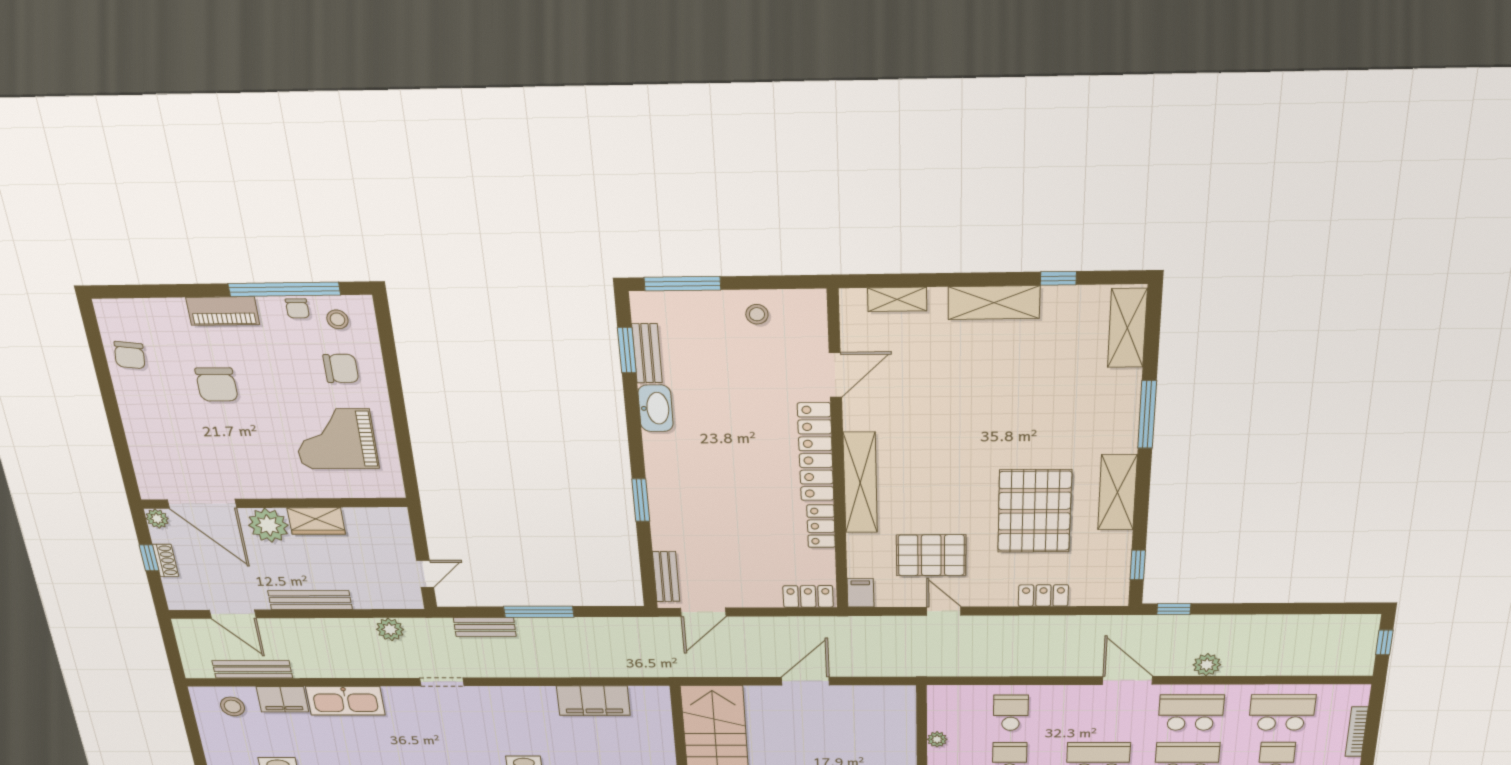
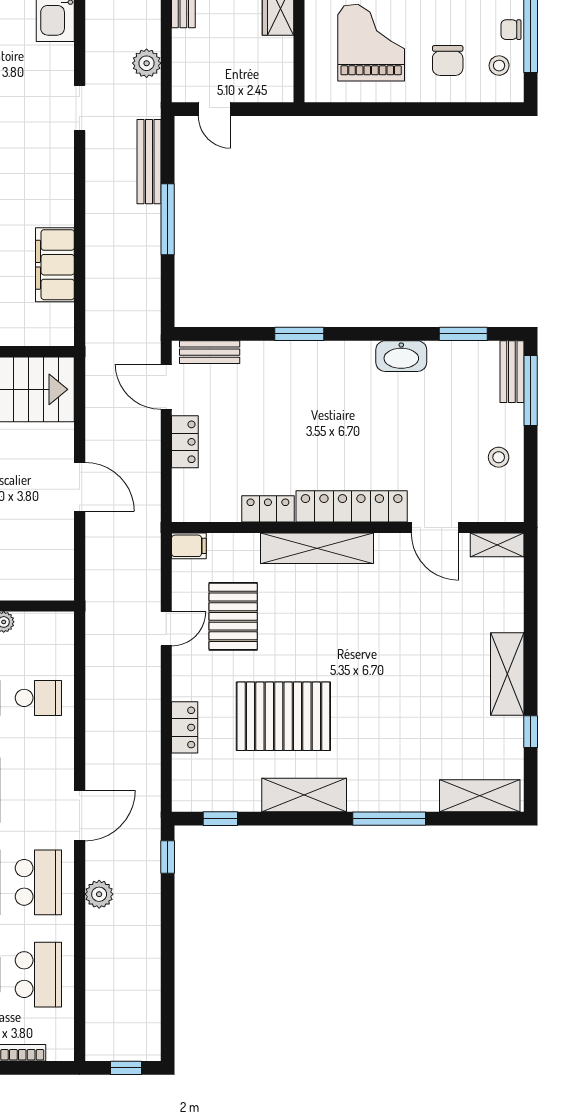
shelving: (897, 299) -> (497, 545), moved, turned 90
bench: (647, 353) -> (512, 372), moved, turned 90
locker: (808, 596) -> (185, 442), moved
bench: (485, 627) -> (149, 162), width x1.36

